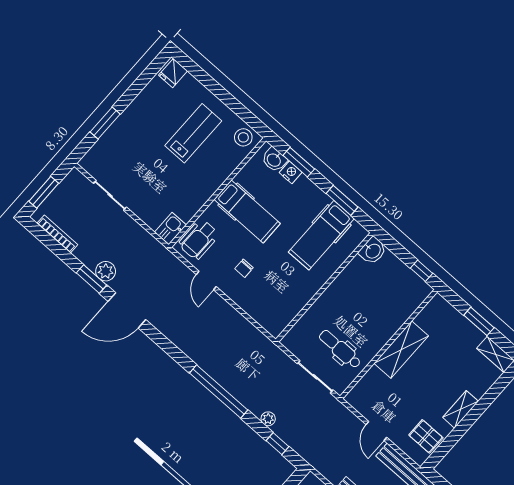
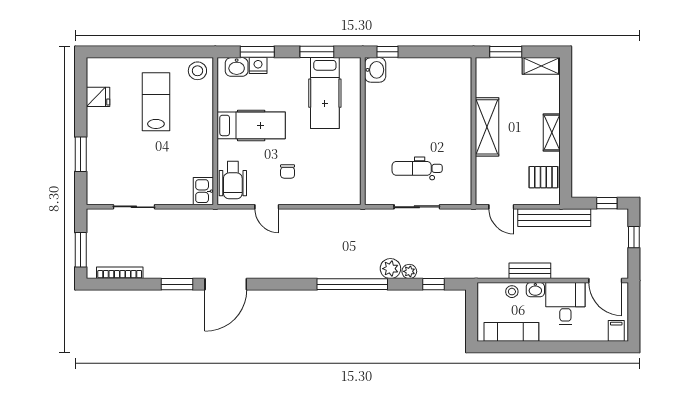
fridge: (173, 73) -> (98, 97), moved, turned -90
plant: (106, 271) -> (390, 269), moved
window: (422, 271) -> (388, 52), moved
wall: (389, 344) -> (473, 131), moved
shelving: (401, 350) -> (487, 127), moved

